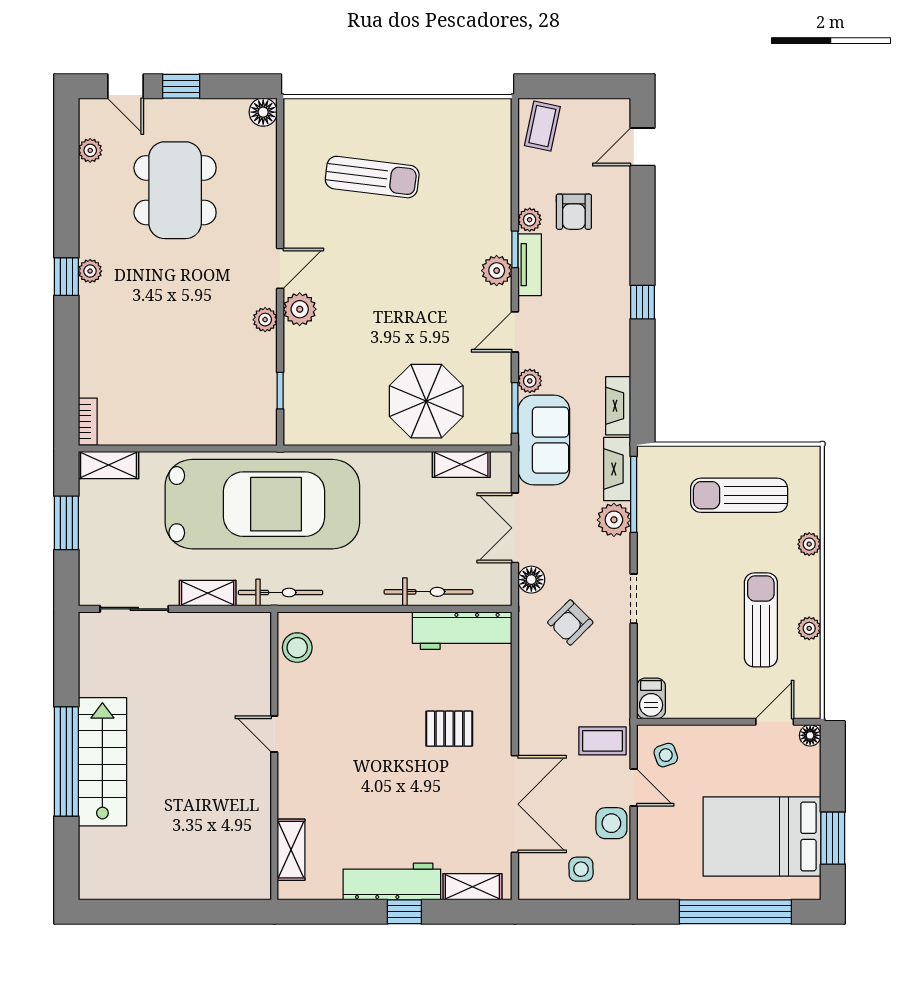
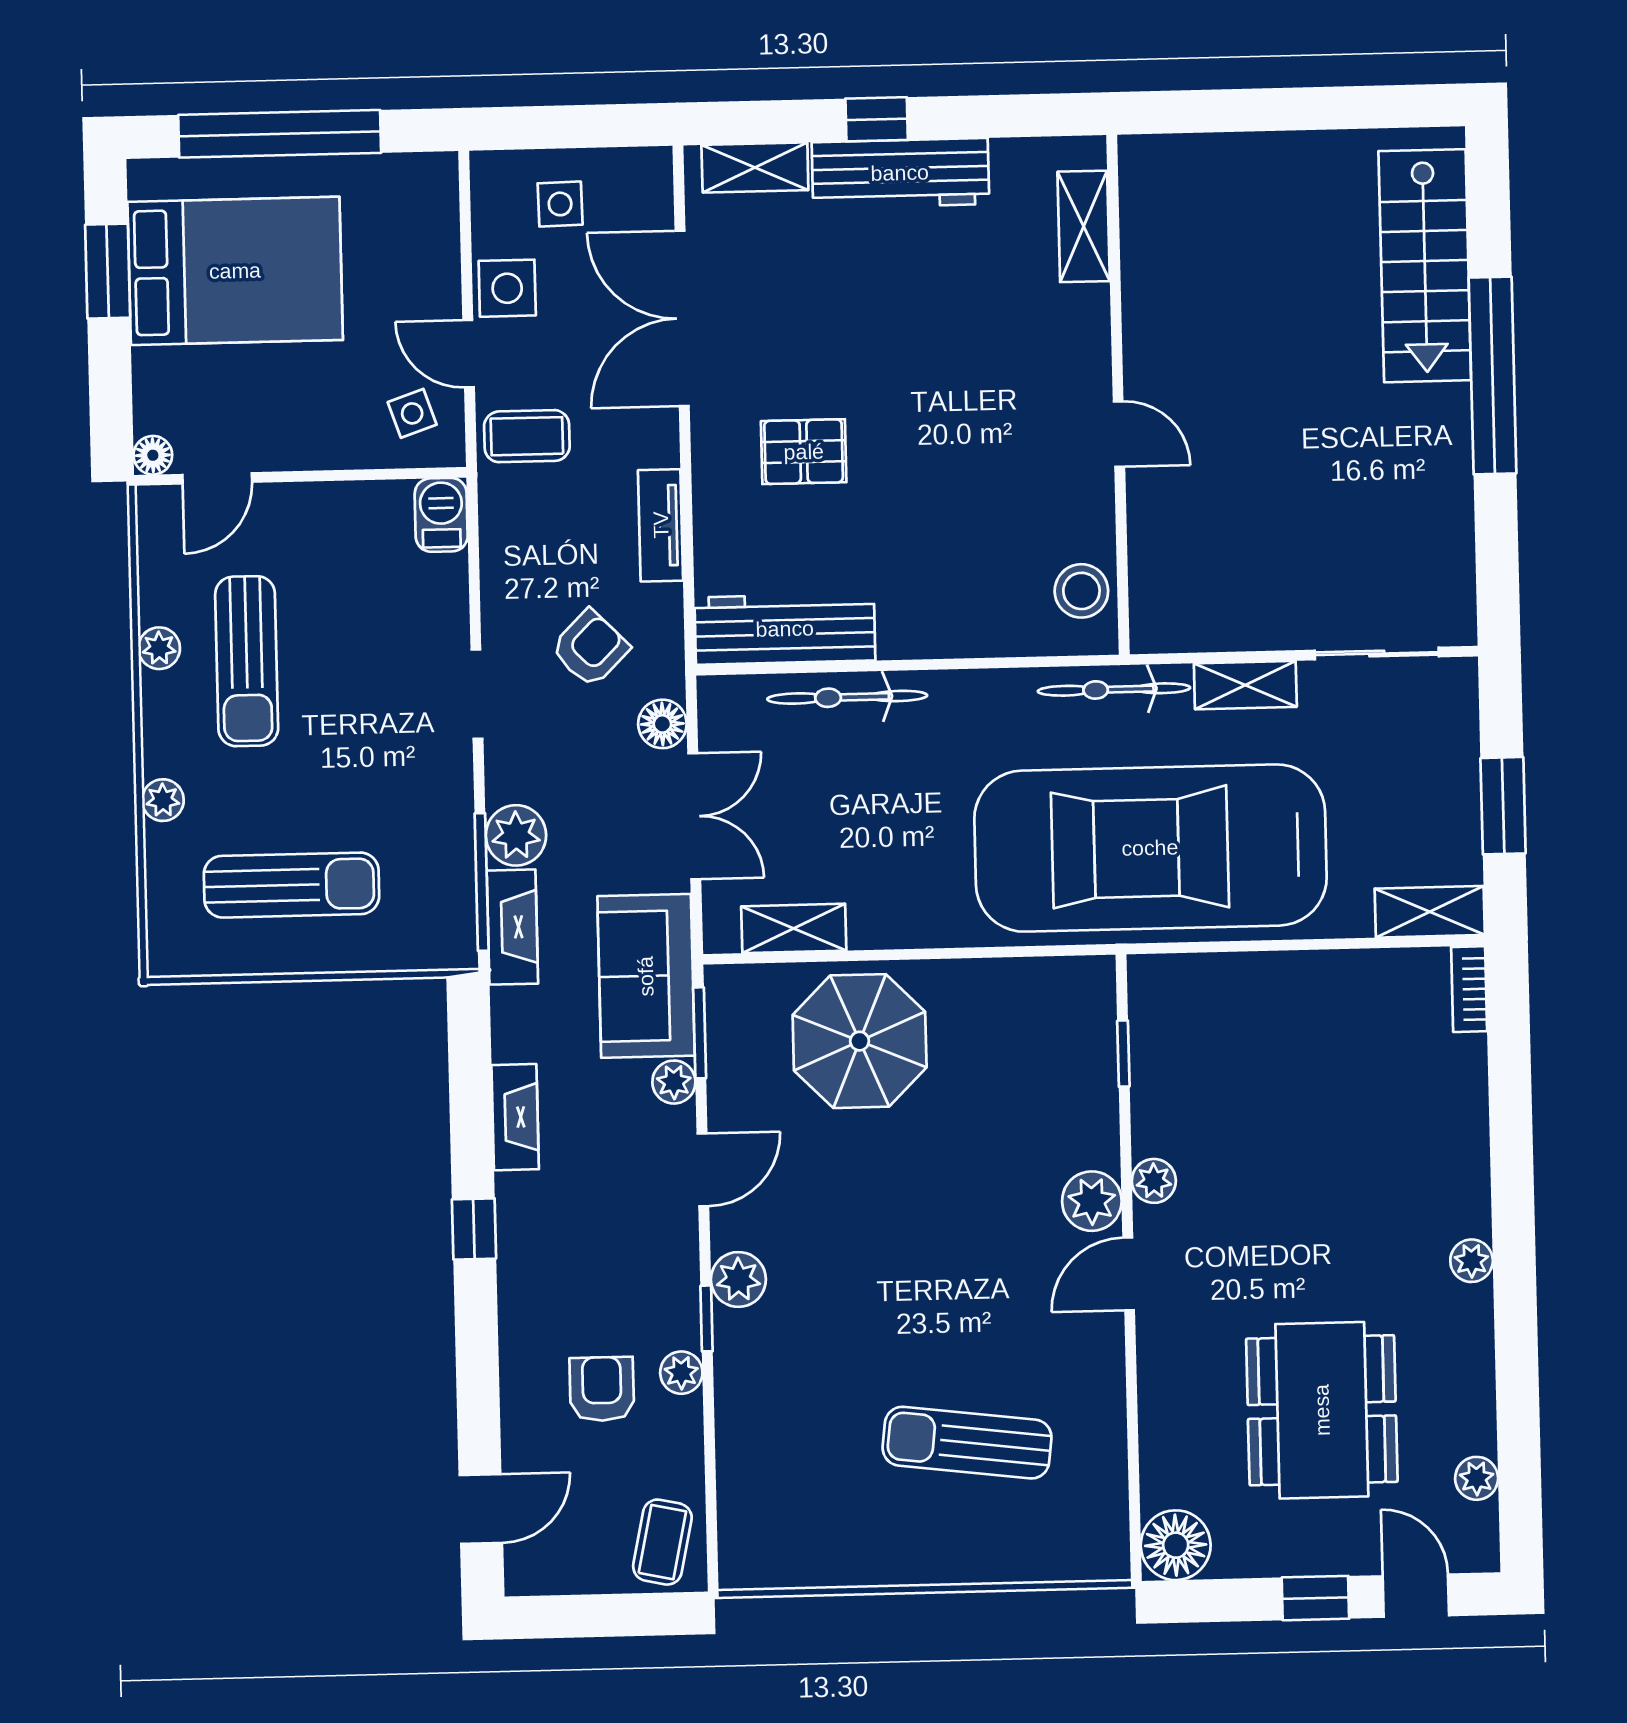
floor lamp: (263, 112) -> (1176, 1545), width x1.38, depth x1.38
tv unit: (530, 265) -> (661, 525), moved
window: (66, 277) -> (1514, 1250), removed
fireplace: (618, 406) -> (515, 1117), moved
stairs: (102, 762) -> (1425, 266), moved

